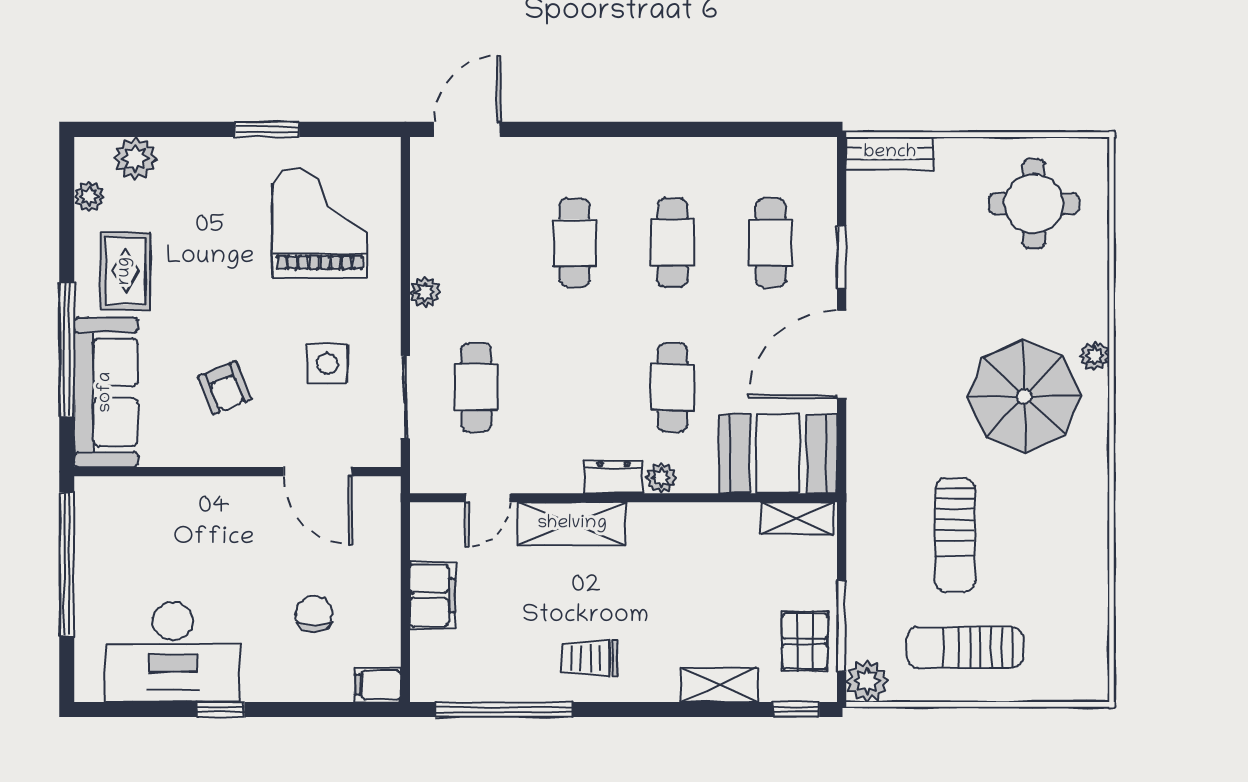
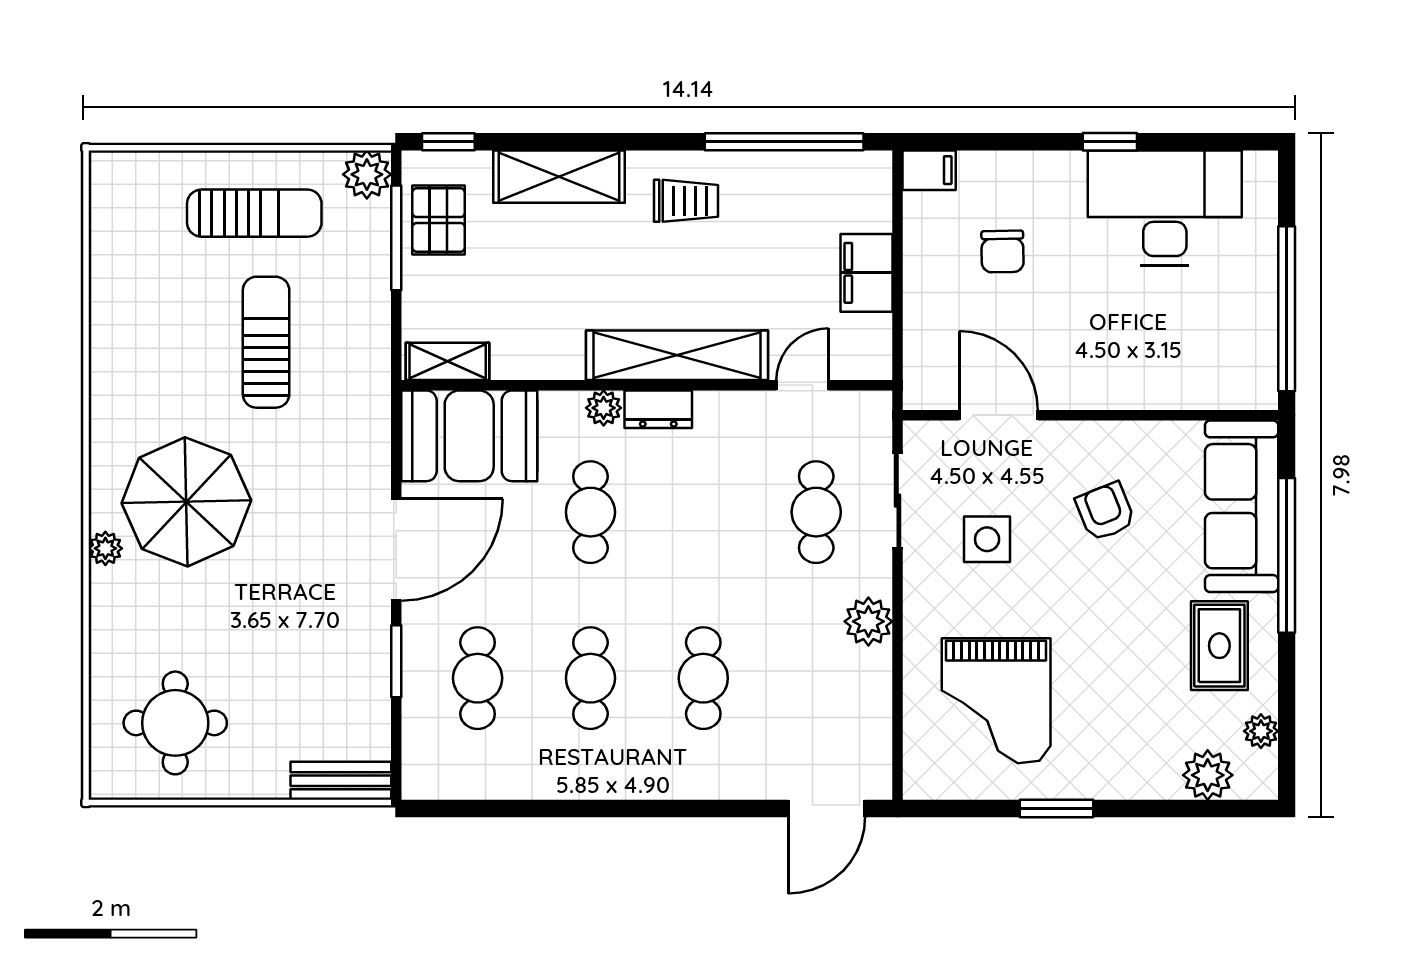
plant: (425, 292) -> (868, 621), width x1.38, depth x1.38
shelving: (572, 524) -> (677, 355), width x1.47
shelving: (719, 685) -> (559, 177), width x1.50, depth x1.33

